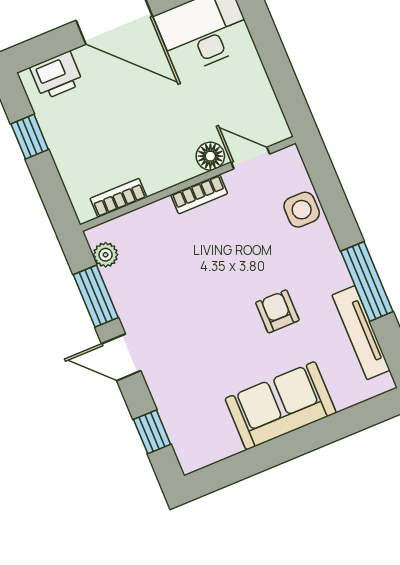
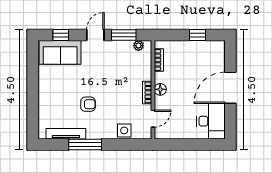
printer: (56, 75) -> (217, 56), removed
floor lamp: (210, 156) -> (160, 89), moved
sofa: (281, 406) -> (60, 52), moved, turned 90

